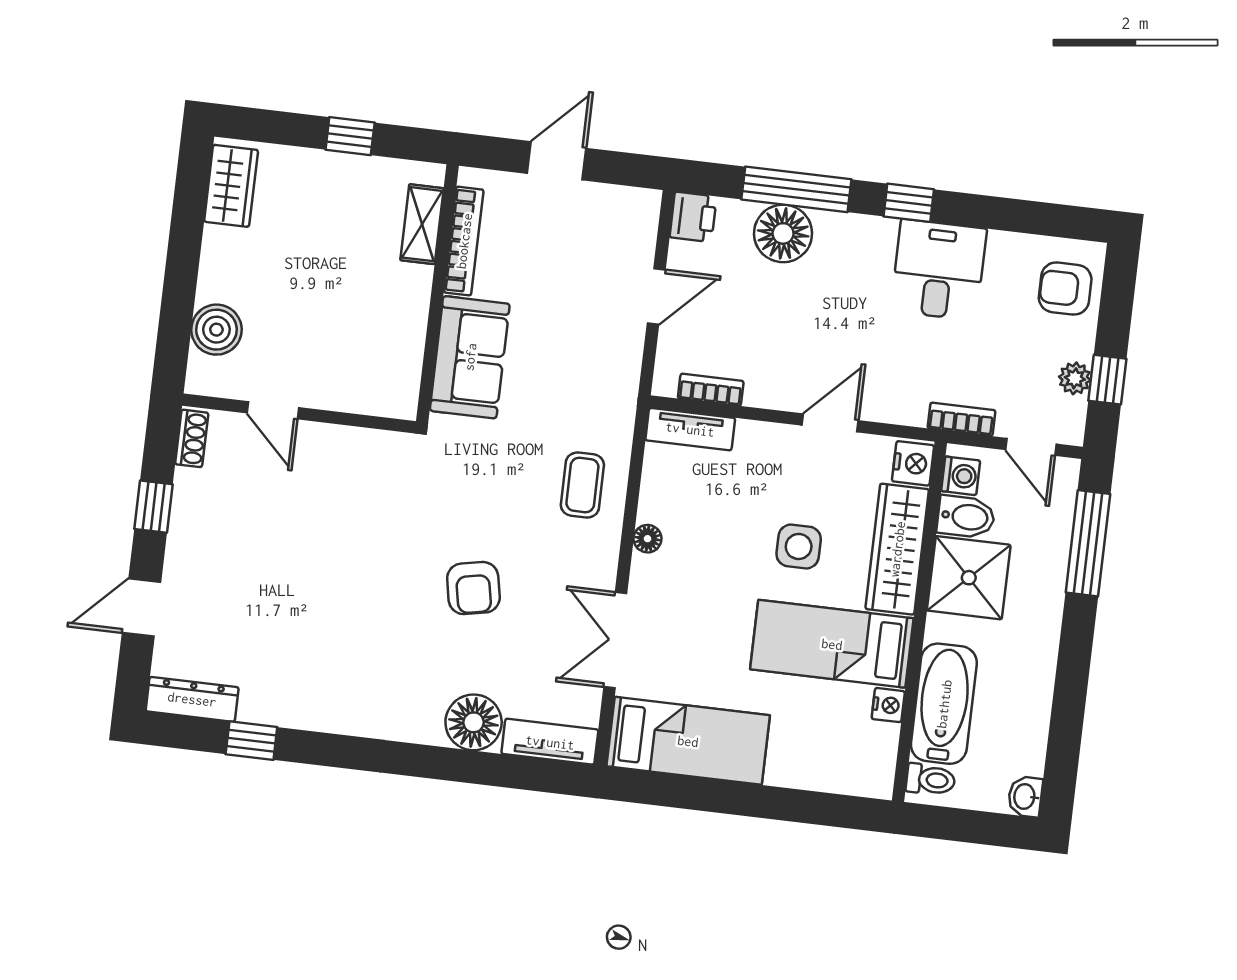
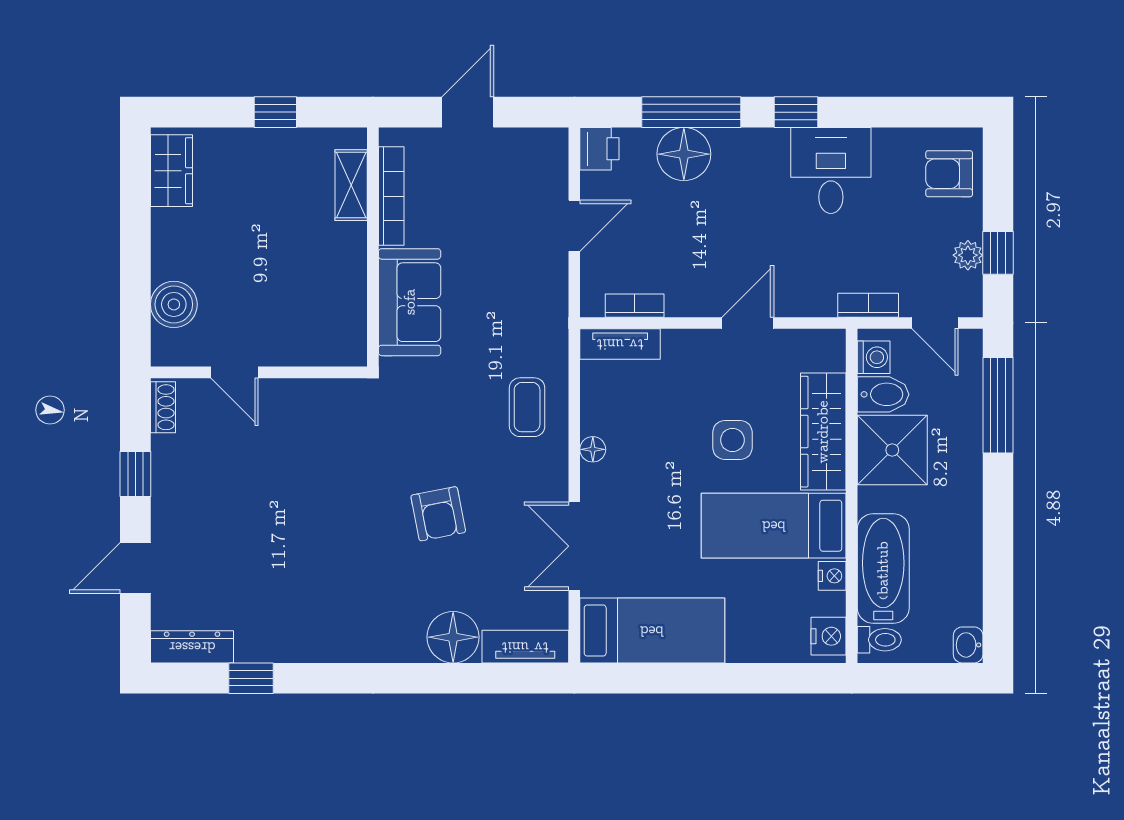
nightstand: (913, 463) -> (829, 636), moved

